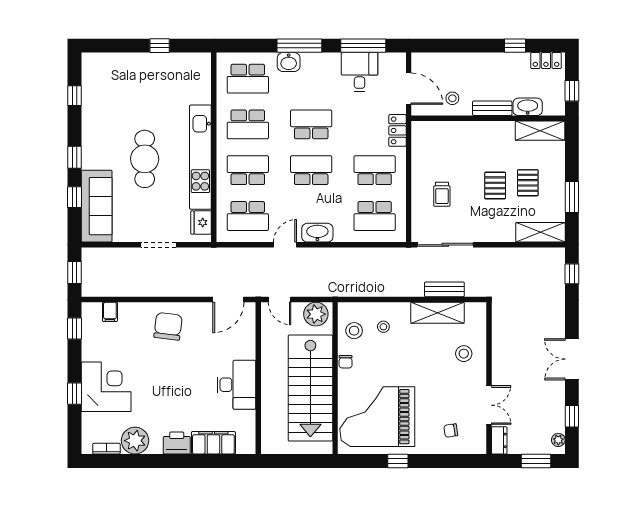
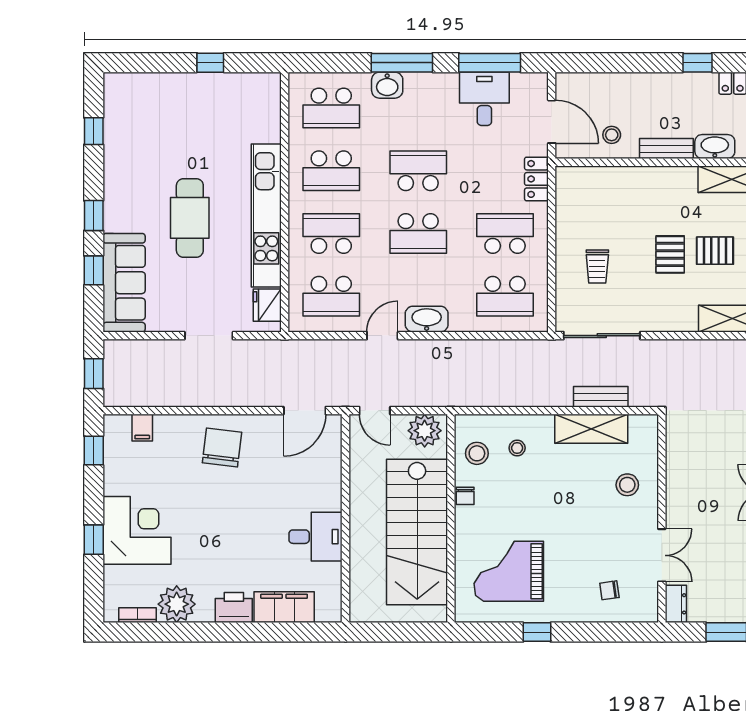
school desk: (311, 170) -> (418, 233), turned 180
pallet: (528, 183) -> (715, 251), turned 90
desk: (236, 385) -> (316, 537), width x0.73
grand piano: (377, 417) -> (509, 571), width x0.73, depth x0.68

